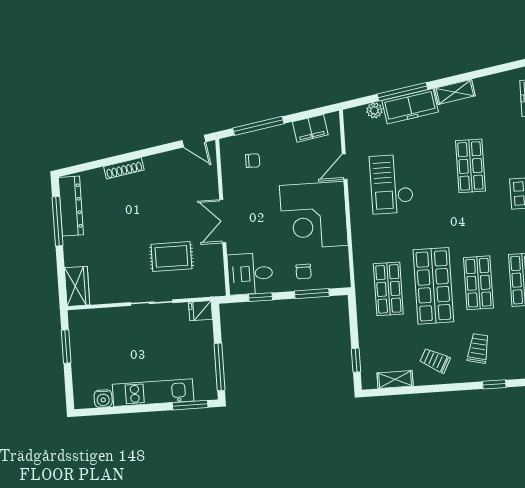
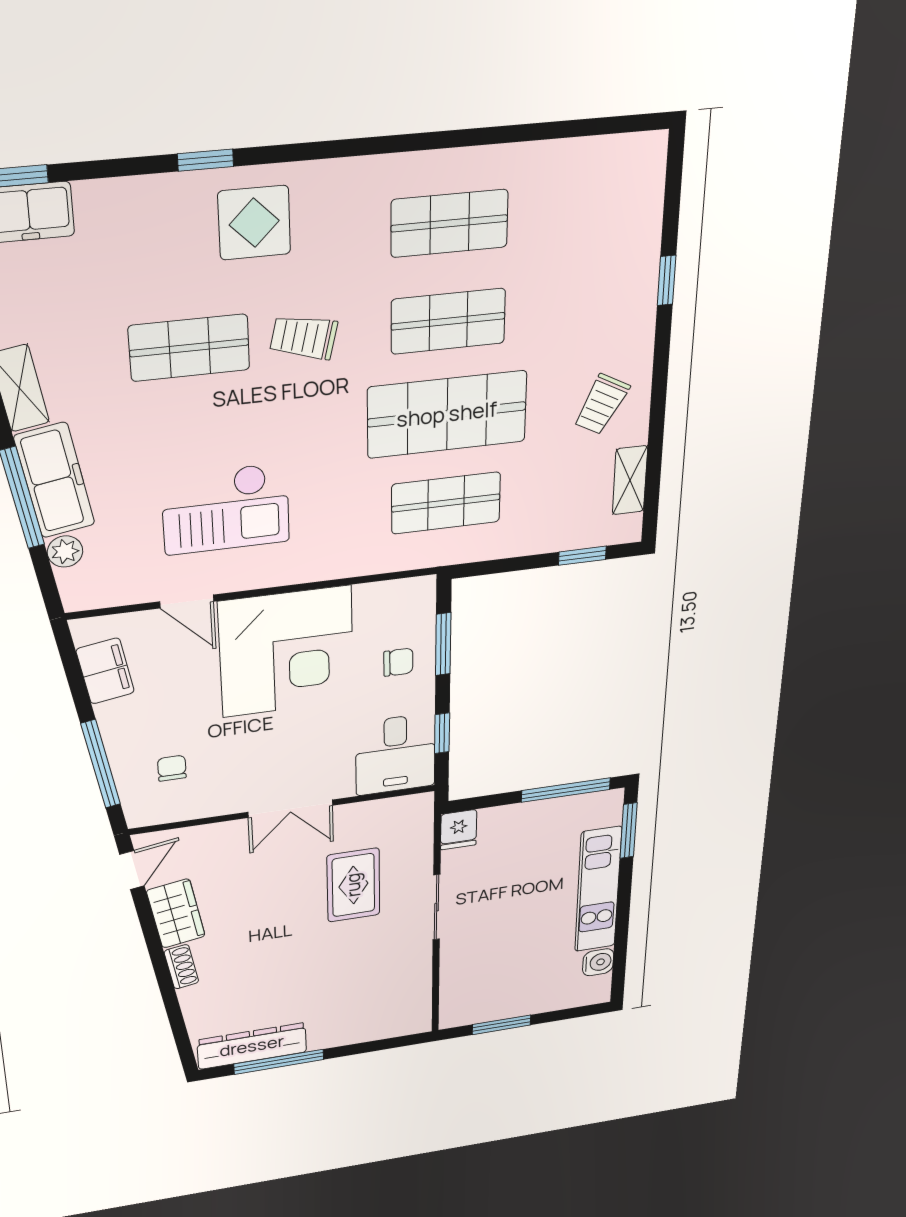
shoe rack: (124, 168) -> (181, 967), width x0.70
wardrobe: (77, 286) -> (176, 913), moved, turned 81
trolley: (478, 348) -> (304, 337), moved

